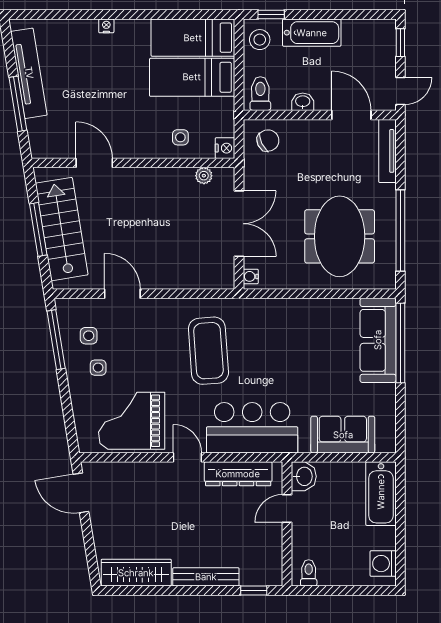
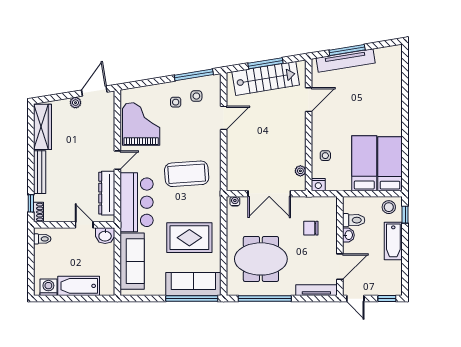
nightstand: (106, 26) -> (398, 107), removed
tv unit: (29, 73) -> (346, 61), moved
toilet: (260, 94) -> (354, 220), moved
chair: (268, 141) -> (311, 228), moved, turned 115
rug: (307, 346) -> (189, 238), added
sofa: (343, 435) -> (132, 261), width x1.36
bathtub: (381, 494) -> (79, 286), moved
plant: (99, 522) -> (75, 103), added
shoe rack: (267, 579) -> (39, 212), added

